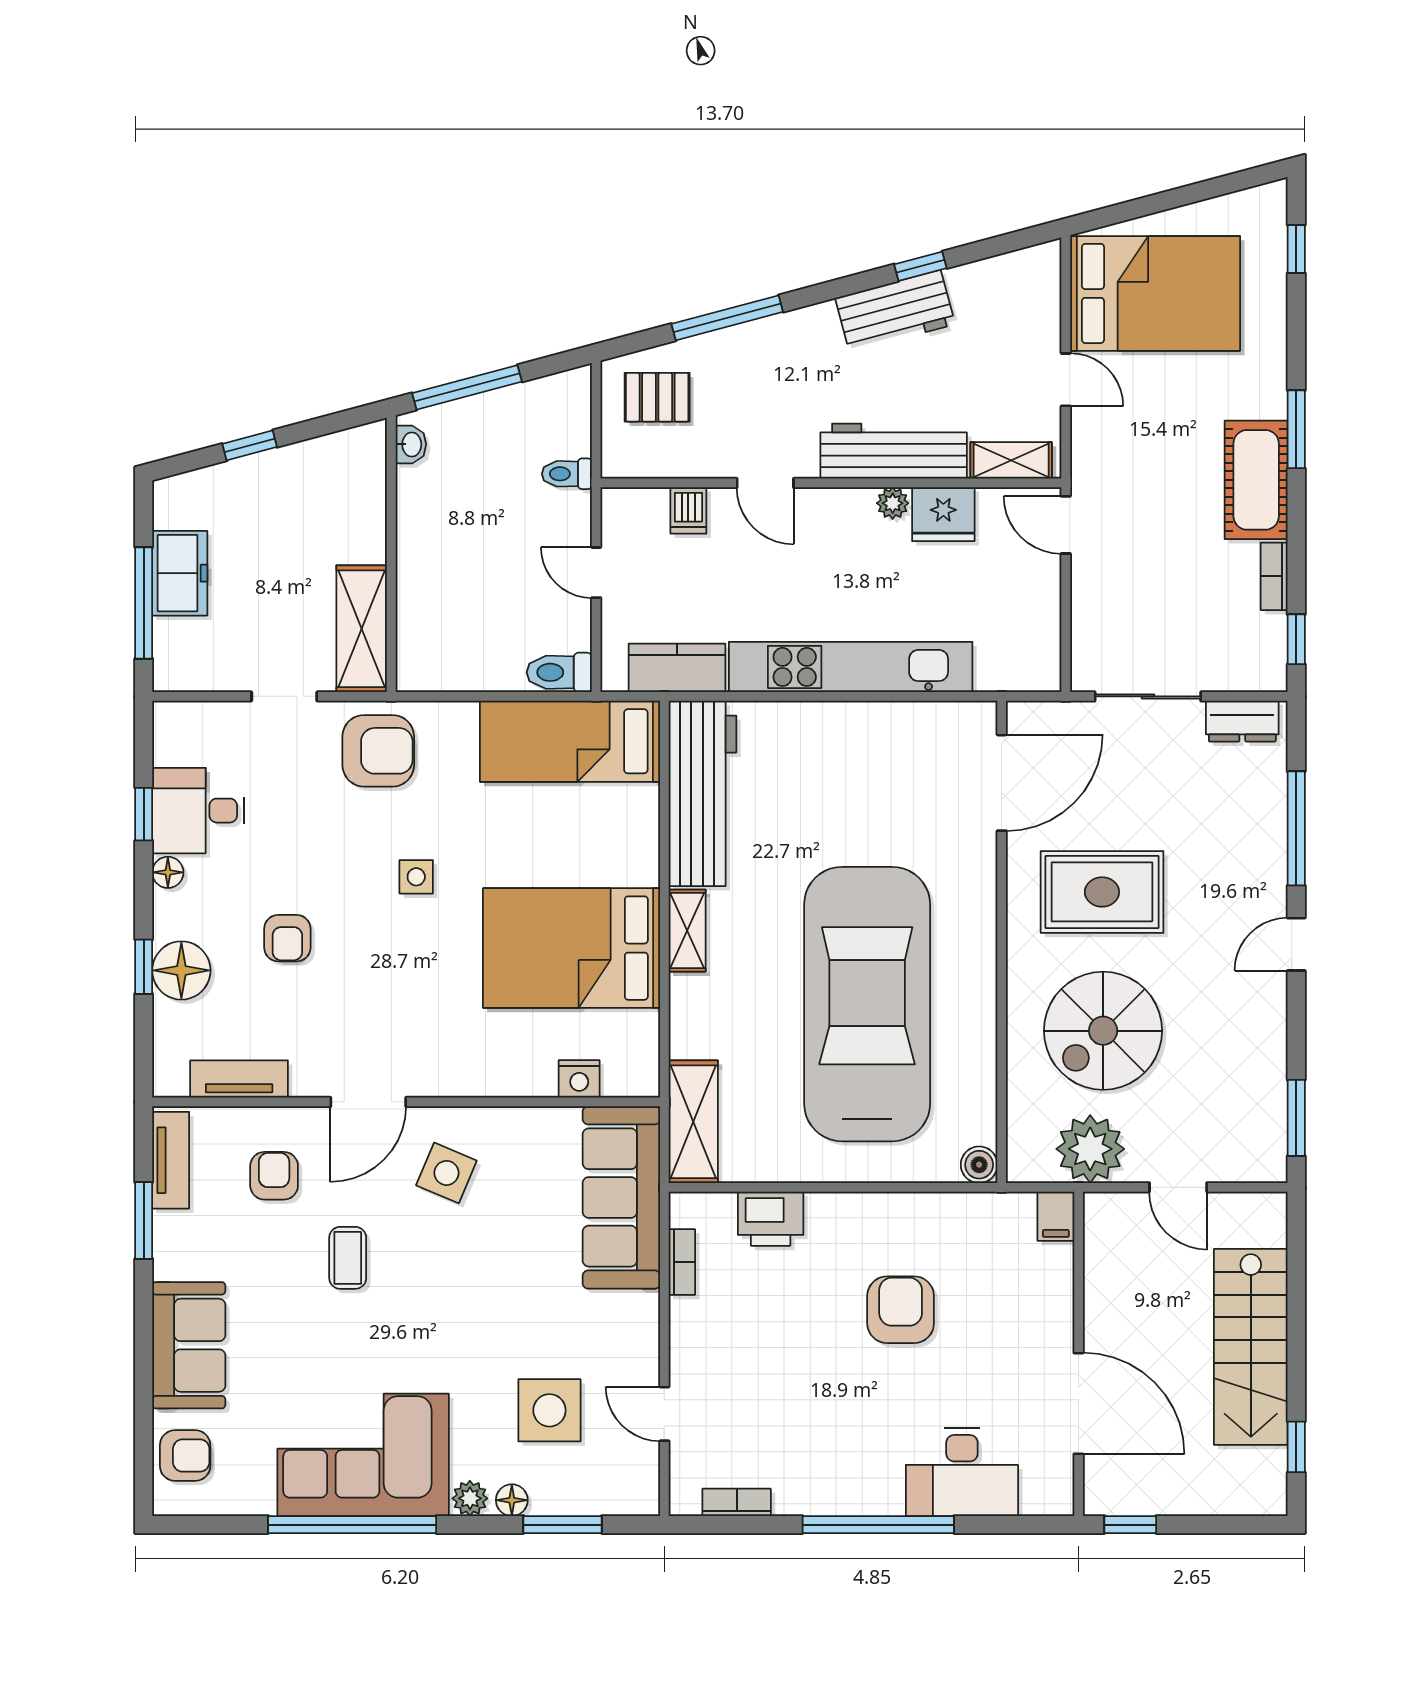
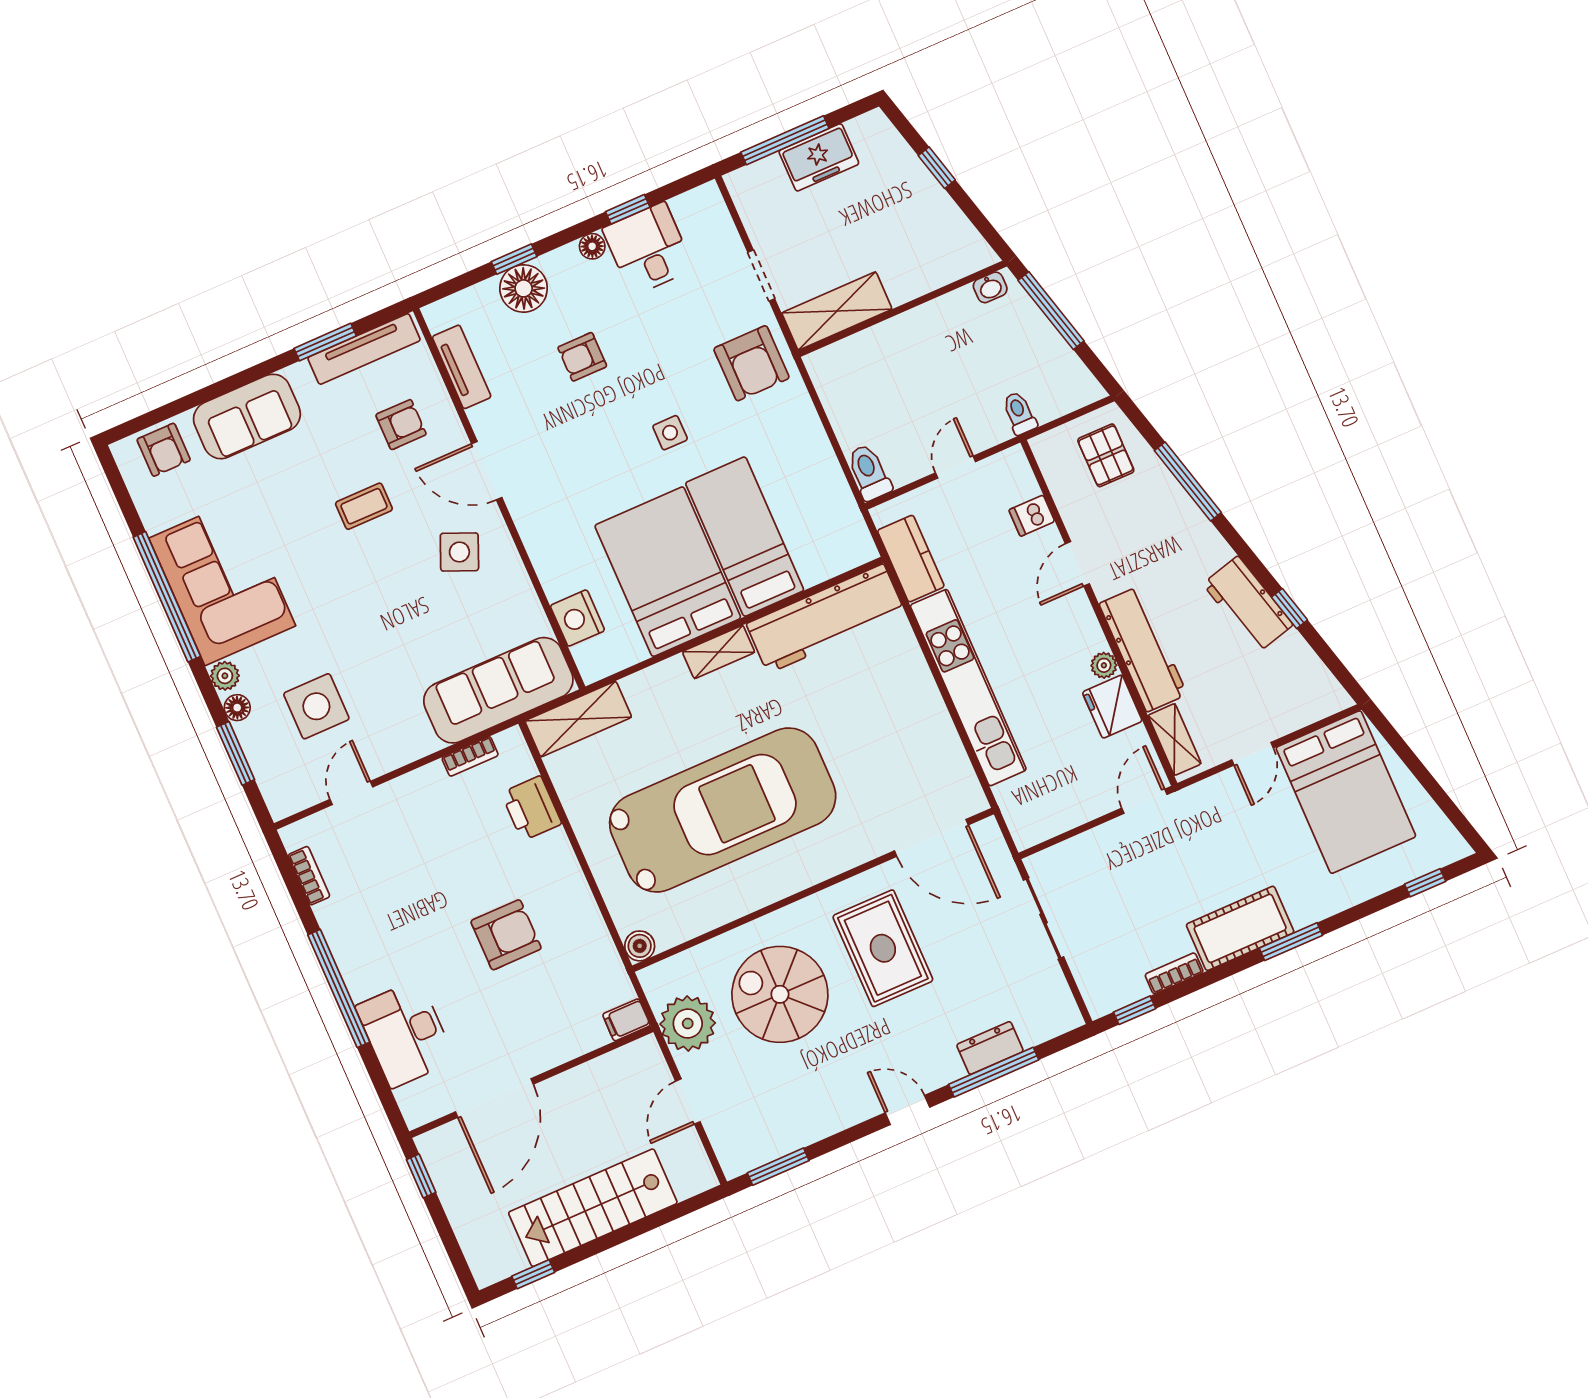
dresser: (1242, 721) -> (990, 1048), moved, turned 90
bed: (570, 741) -> (745, 537), moved
nightstand: (579, 1079) -> (577, 618), width x1.36, depth x1.33
tv unit: (171, 1160) -> (364, 349), width x1.41

